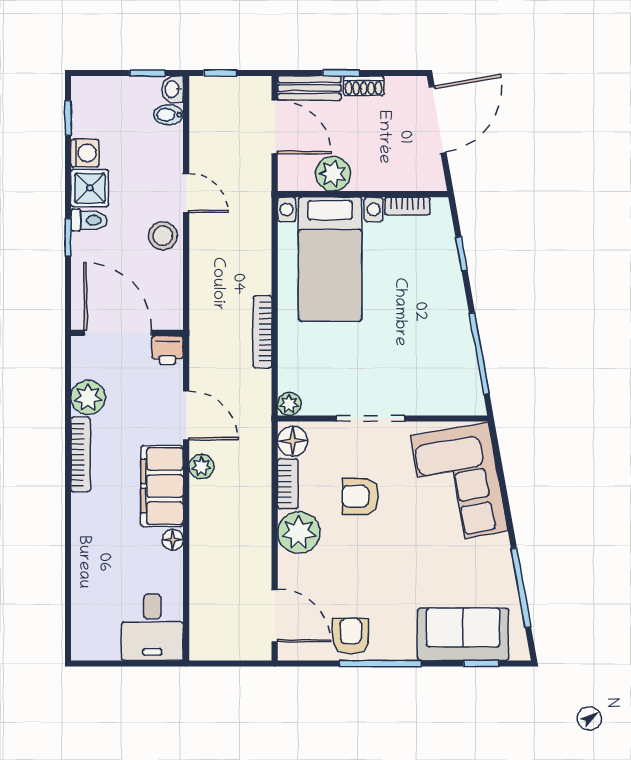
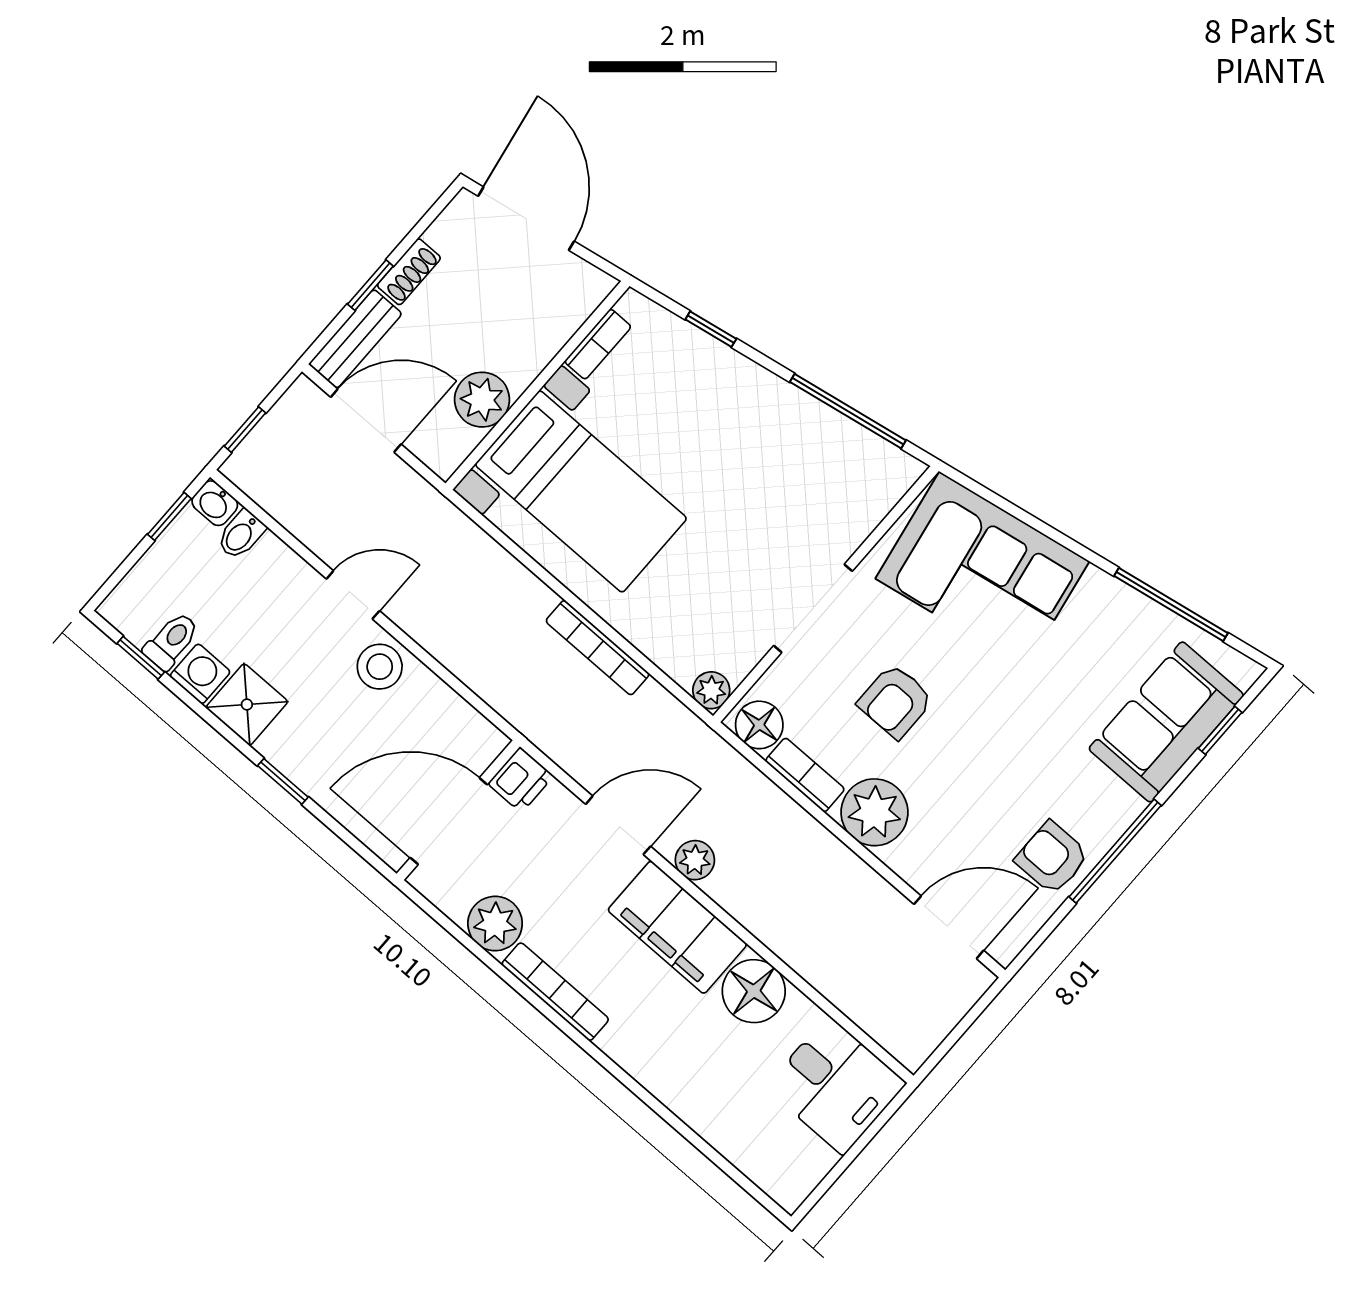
toilet: (89, 220) -> (172, 641), moved
floor lamp: (173, 540) -> (754, 991), width x1.89, depth x1.89

